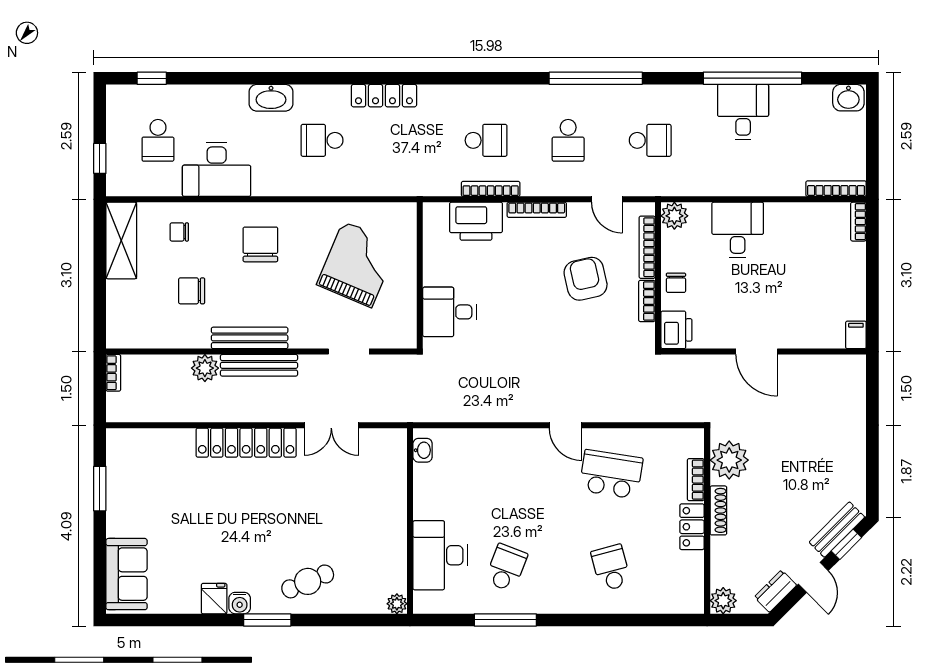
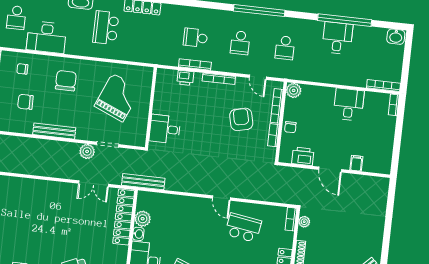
school desk: (322, 140) -> (106, 28), width x1.85
school desk: (486, 140) -> (195, 38), turned 180
school desk: (650, 140) -> (285, 48), turned 90
printer: (476, 221) -> (185, 78), width x0.53, depth x0.68
desk: (738, 230) -> (349, 104), moved
printer: (676, 330) -> (303, 156), moved, turned -90
filing cabinet: (856, 335) -> (356, 163), moved
bench: (259, 365) -> (143, 182), moved
plant: (205, 368) -> (87, 151), moved
locker: (246, 443) -> (124, 217), moved, turned 90
washbasin: (423, 450) -> (138, 234), moved
plant: (729, 460) -> (304, 222), width x0.53, depth x0.53
plant: (427, 479) -> (143, 219), added
bookcase: (696, 480) -> (291, 219), moved

